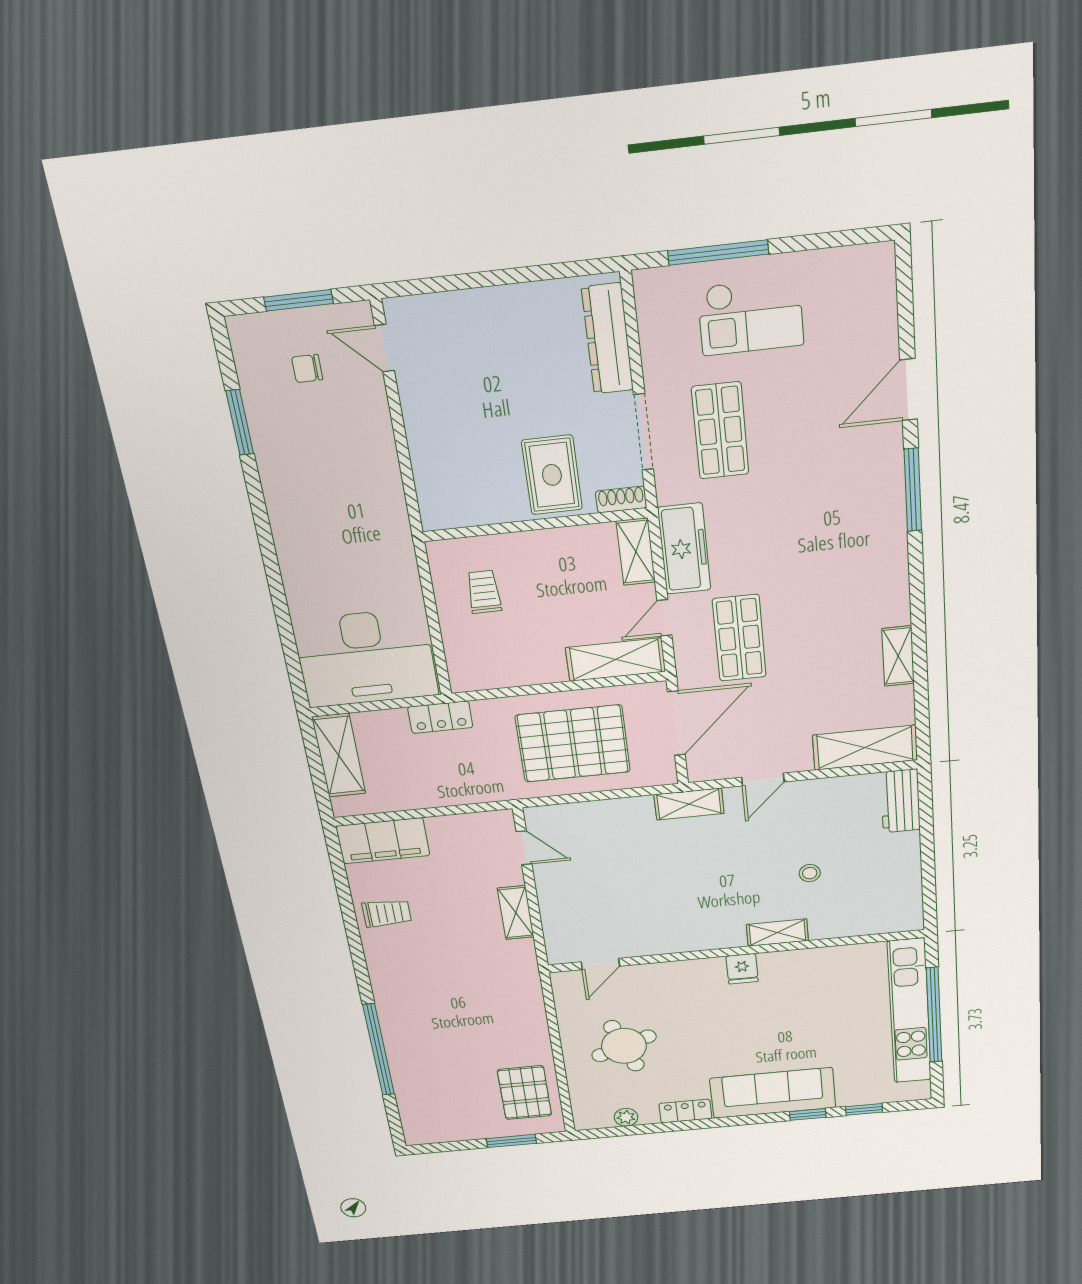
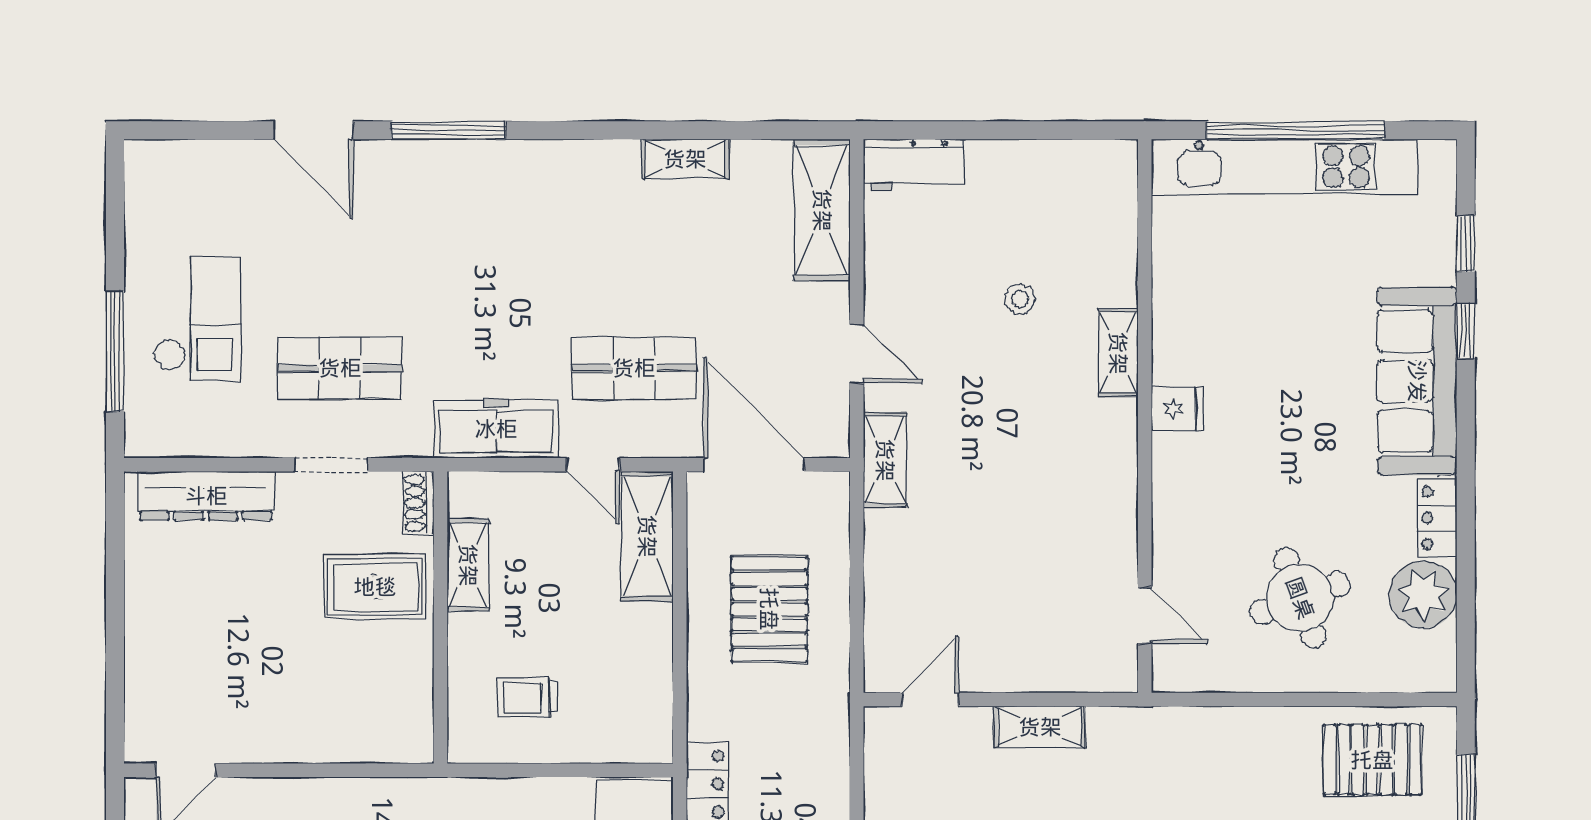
doorway: (643, 432) -> (331, 465), width x0.73
shelving: (636, 552) -> (468, 565), moved, turned 90
pallet: (573, 744) -> (769, 609), width x0.73, depth x0.71
plant: (626, 1117) -> (1423, 595), width x1.88, depth x1.88

